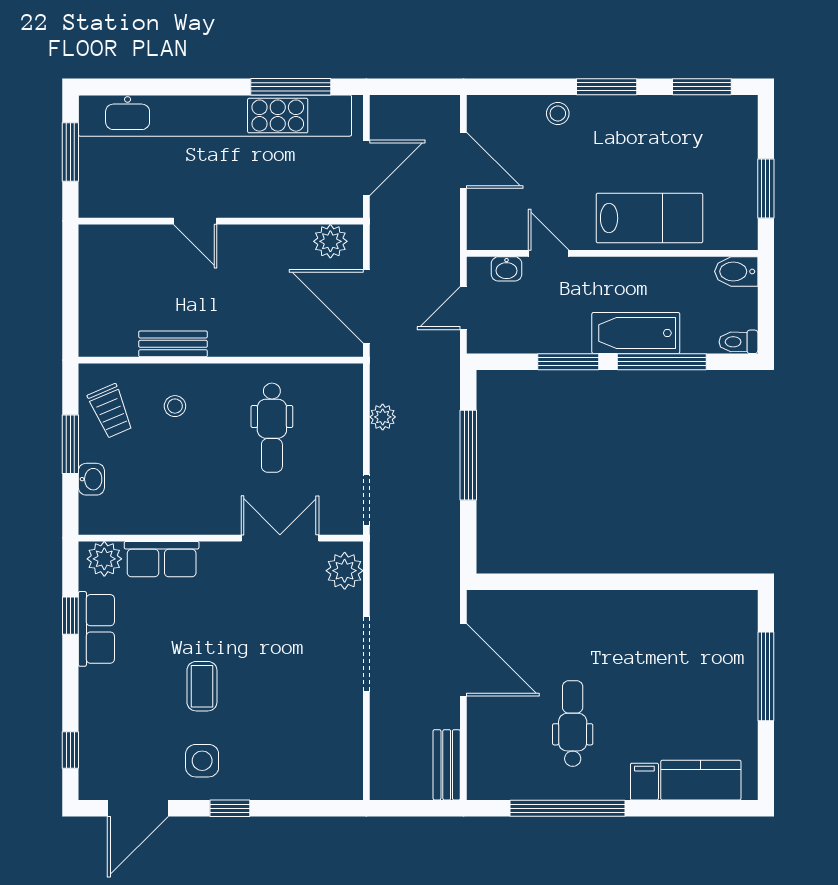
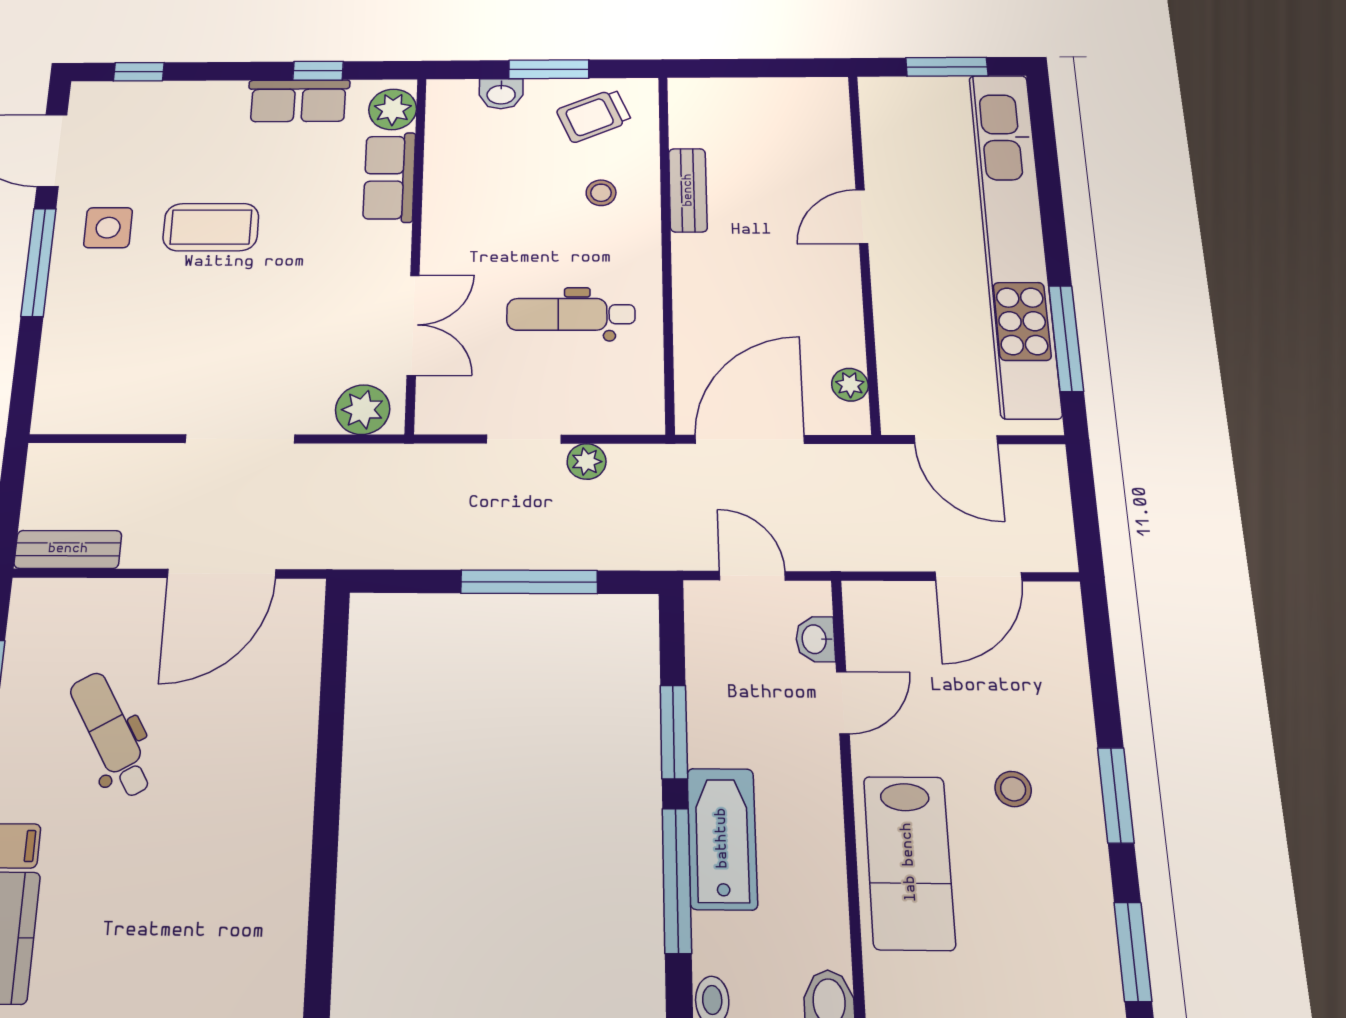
stool: (558, 113) -> (1013, 789), moved
plant: (330, 241) -> (850, 385), width x0.73, depth x0.73
doorway: (366, 500) -> (524, 439), moved
coffee table: (202, 686) -> (211, 227), width x1.36, depth x1.30
dental chair: (573, 724) -> (111, 735), turned -120
window: (230, 808) -> (39, 262), width x2.17

